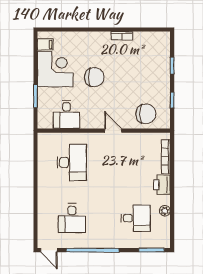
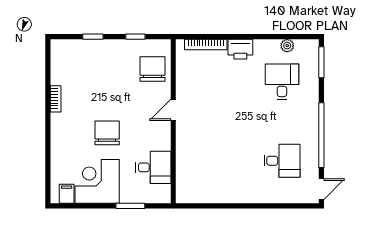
desk: (72, 162) -> (213, 161), removed
plant: (165, 211) -> (287, 46), moved

